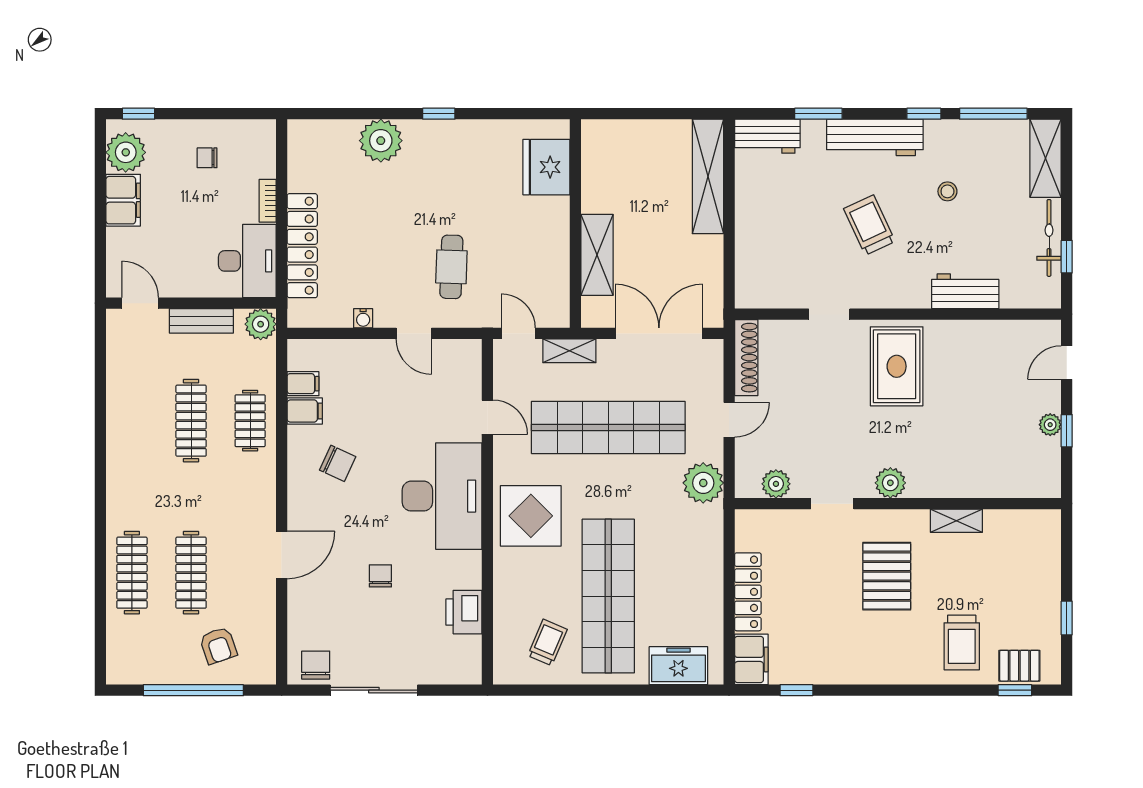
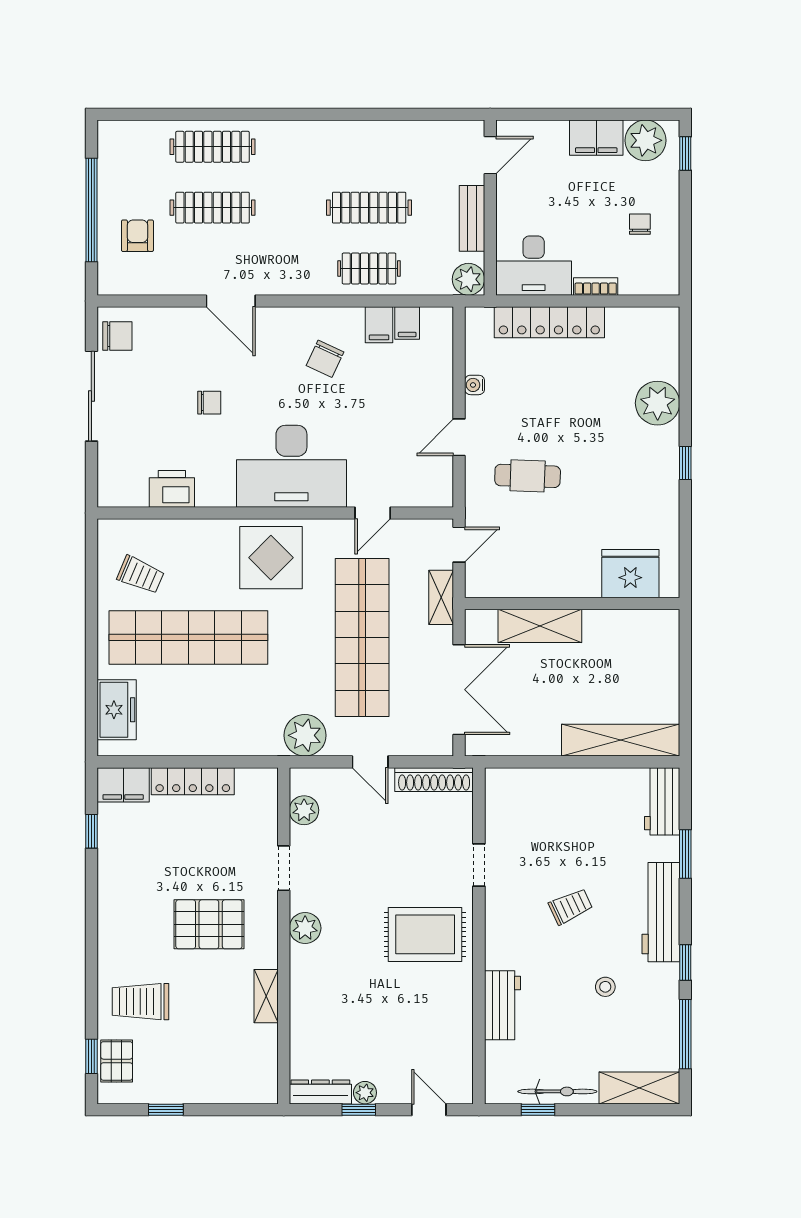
trolley: (869, 225) -> (571, 906), width x0.73, depth x0.72
dresser: (1049, 468) -> (320, 1092), added
armchair: (218, 645) -> (137, 236), turned 109

